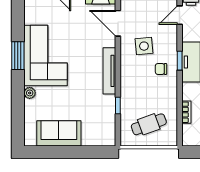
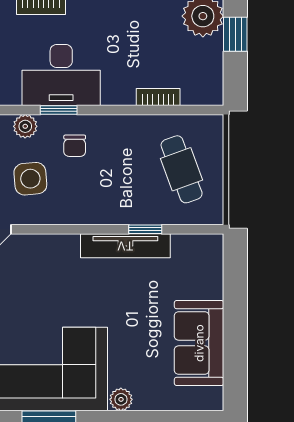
plant: (171, 43) -> (25, 126), added
tv unit: (109, 71) -> (125, 246), moved

